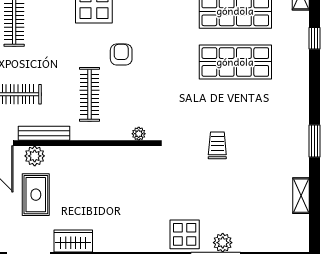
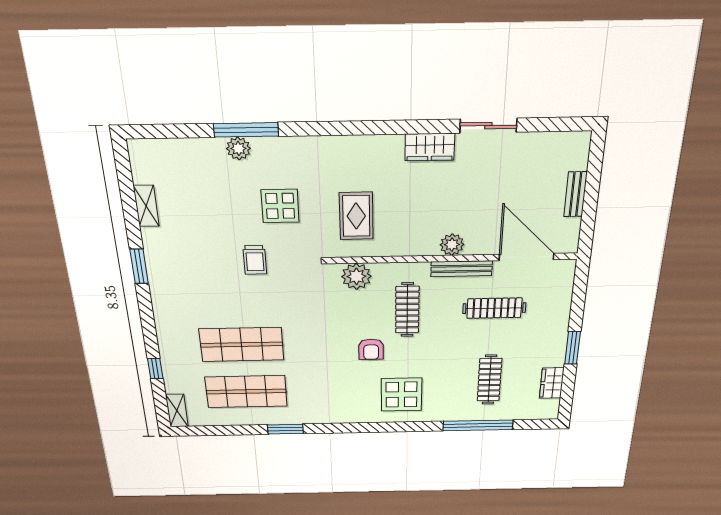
plant: (139, 134) -> (356, 276), width x1.88, depth x1.88
plant: (35, 156) -> (452, 245), moved
rug: (36, 195) -> (356, 216), moved
display table: (185, 234) -> (280, 206), moved

